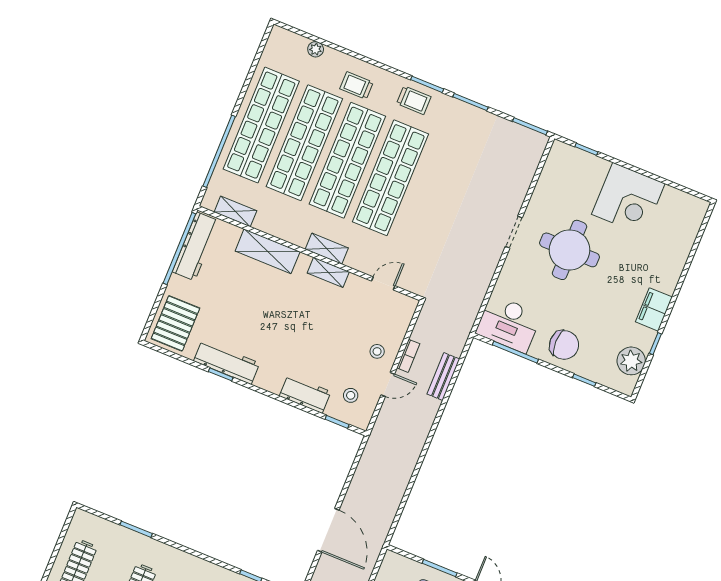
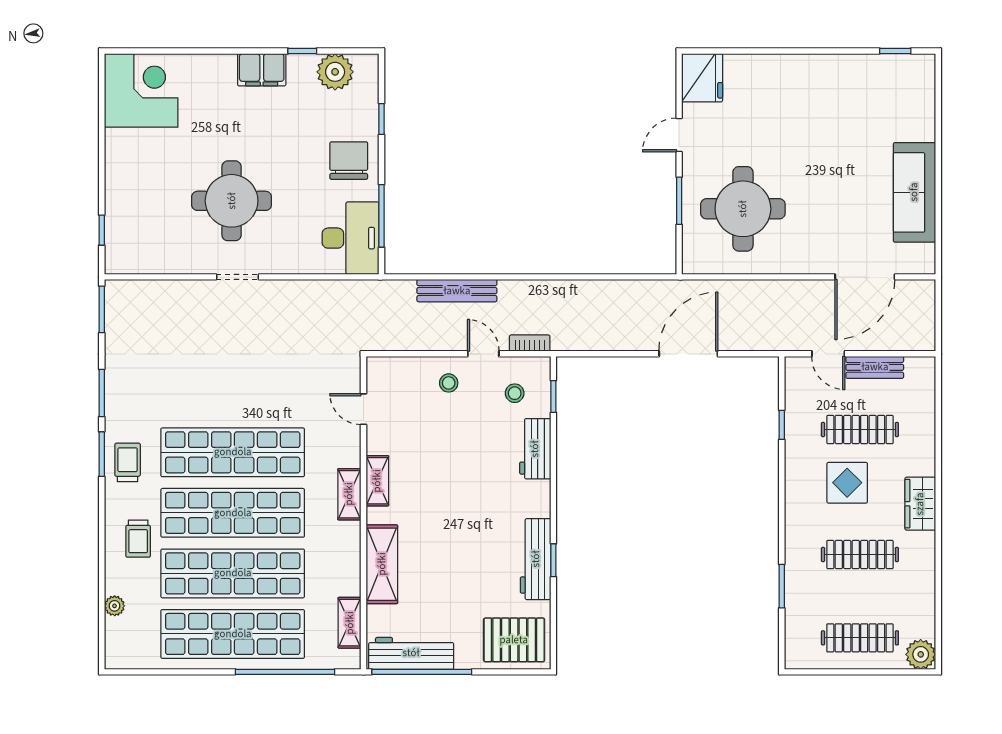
corner desk: (628, 199) -> (141, 90), moved
bookcase: (408, 356) -> (530, 343), moved
bench: (443, 377) -> (457, 291), width x1.36

